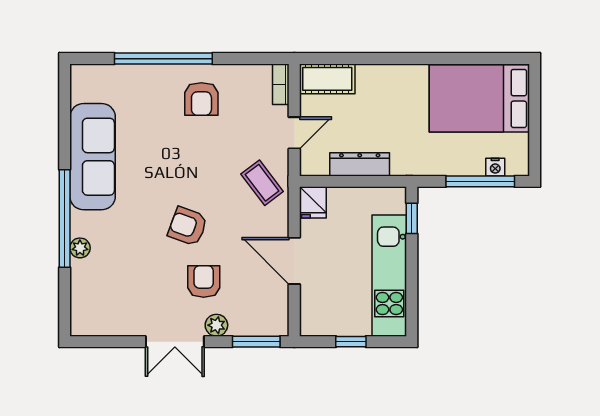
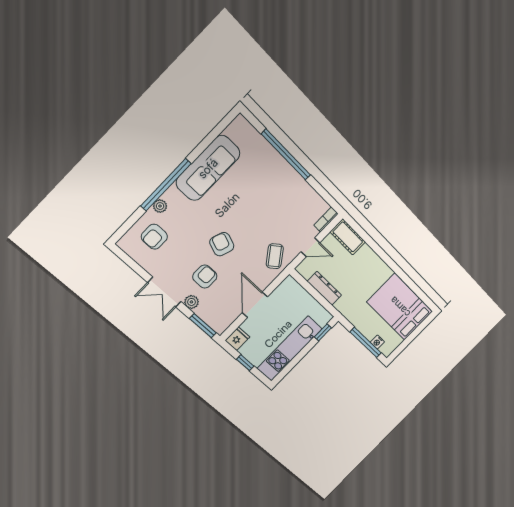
armchair: (201, 99) -> (154, 237), moved
fridge: (313, 202) -> (237, 339), moved, turned 180

